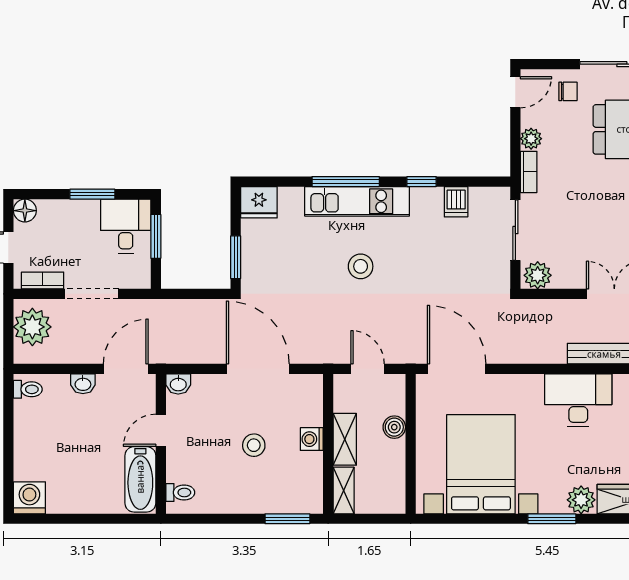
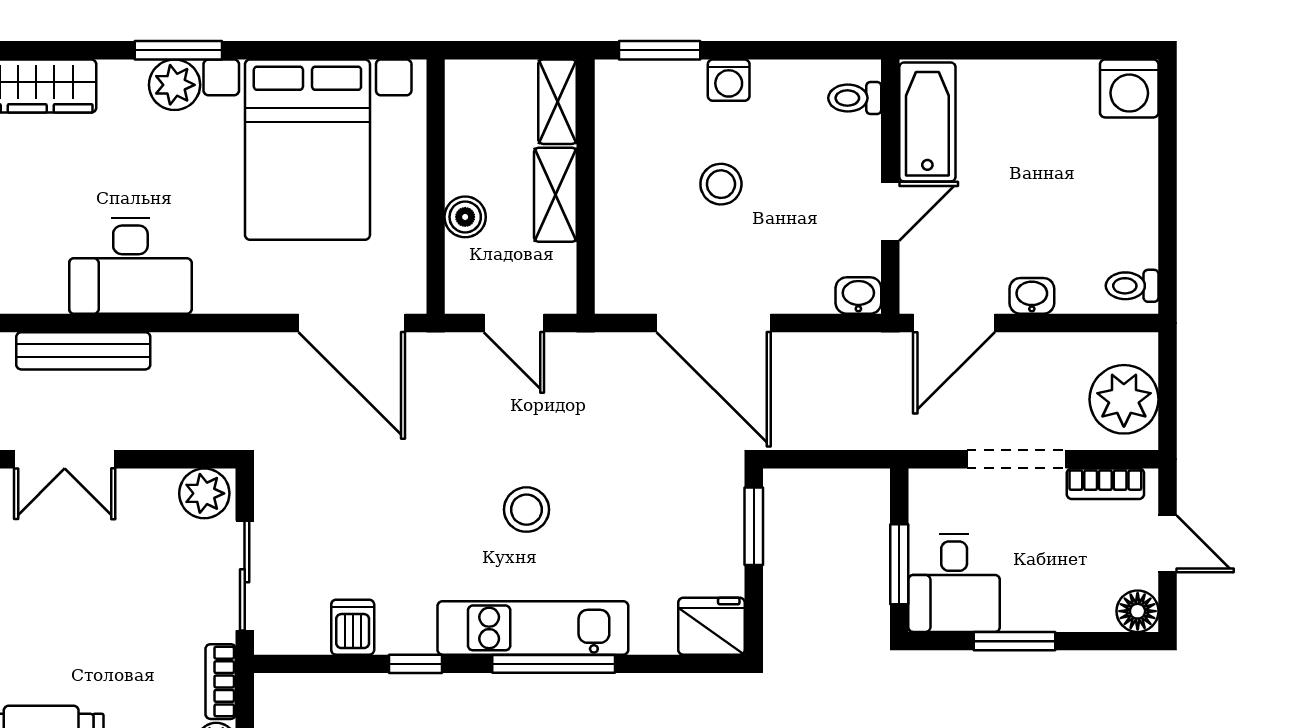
washing machine: (312, 439) -> (729, 80), moved, turned 90
plant: (581, 500) -> (175, 85), moved

